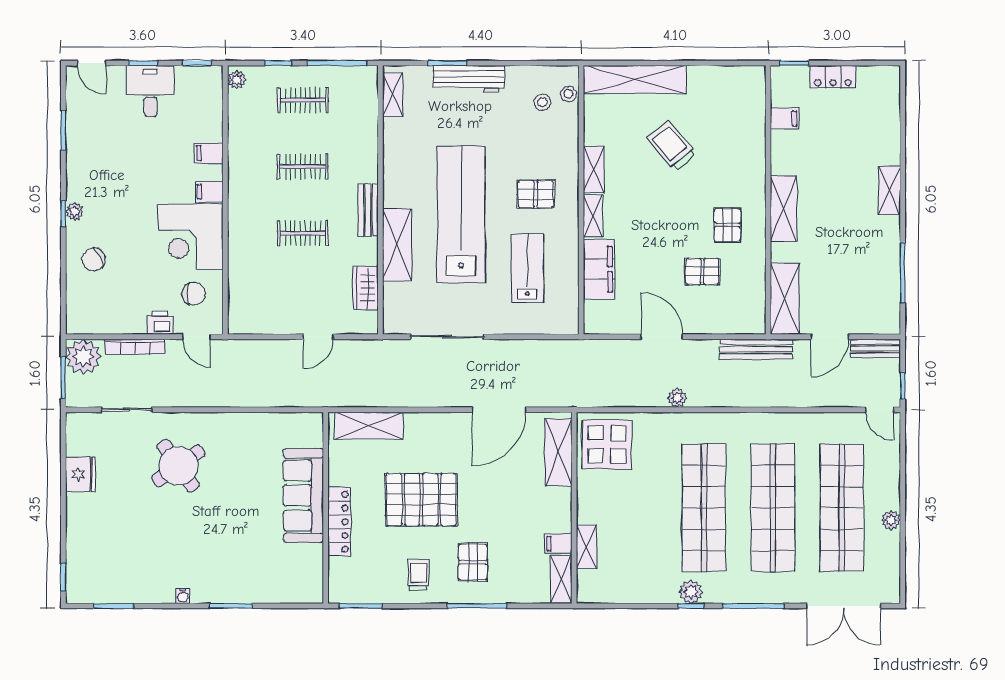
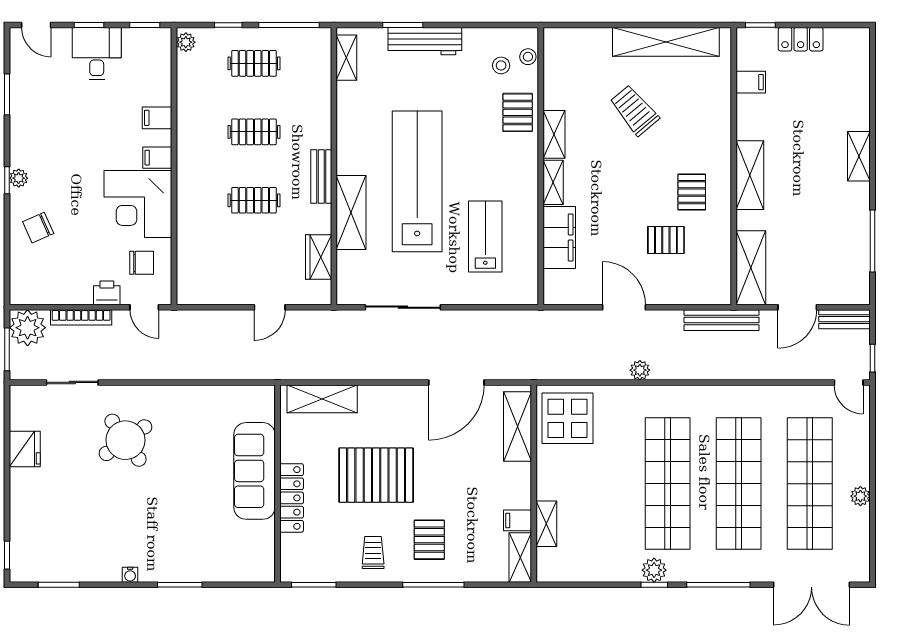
shelving: (635, 79) -> (666, 42), moved
pallet: (536, 194) -> (518, 112), moved, turned 90

